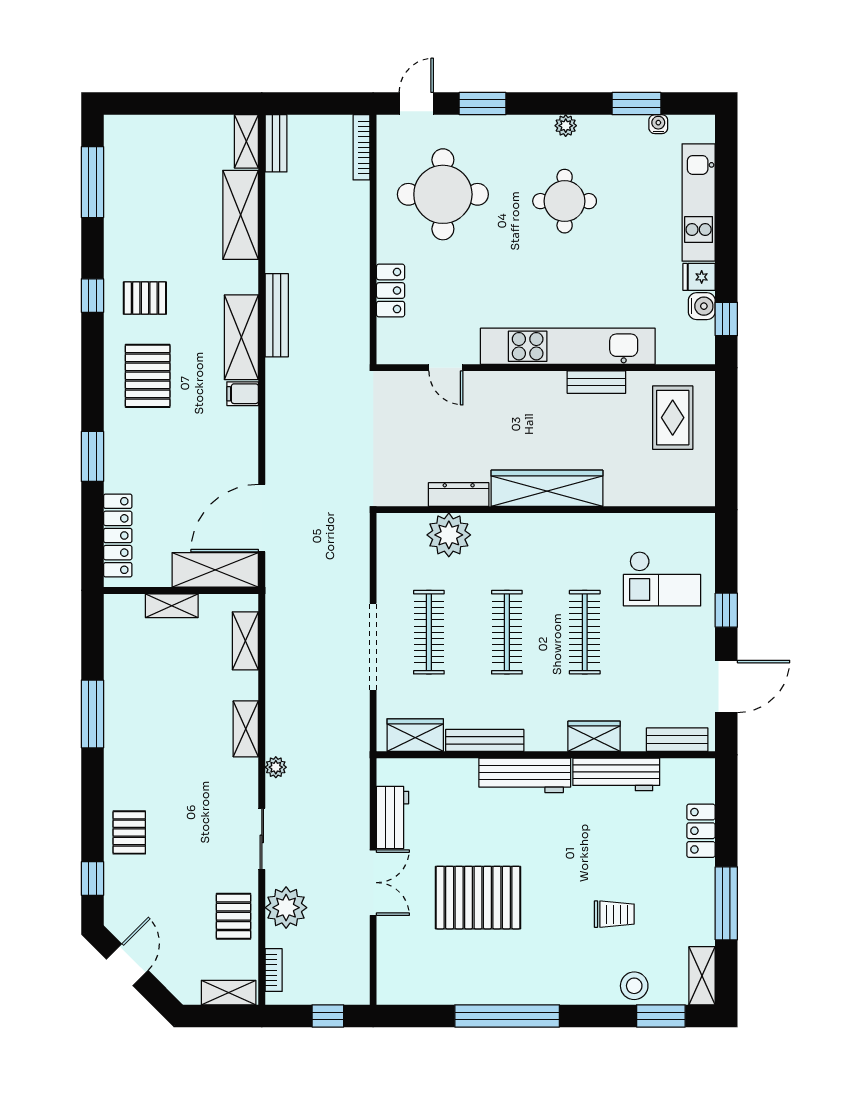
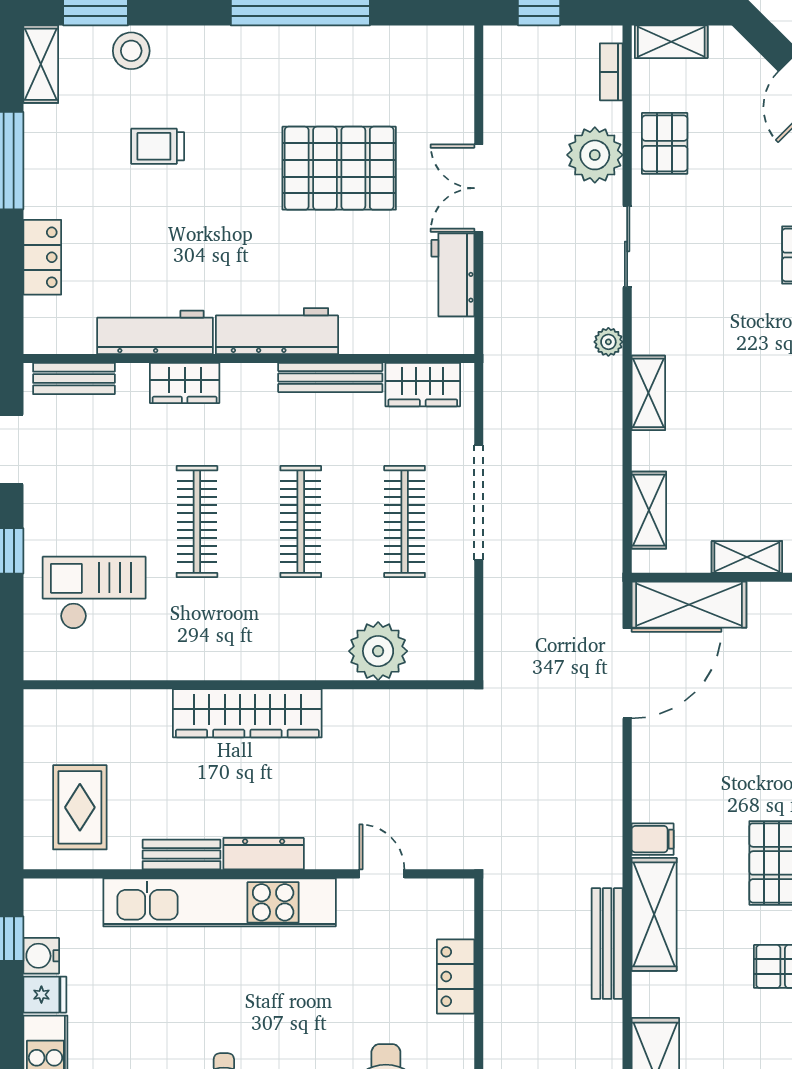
dresser: (459, 494) -> (264, 854), moved, turned 180

